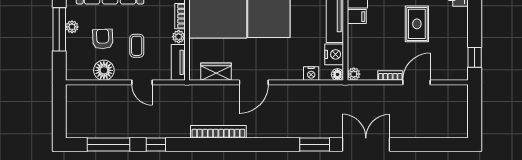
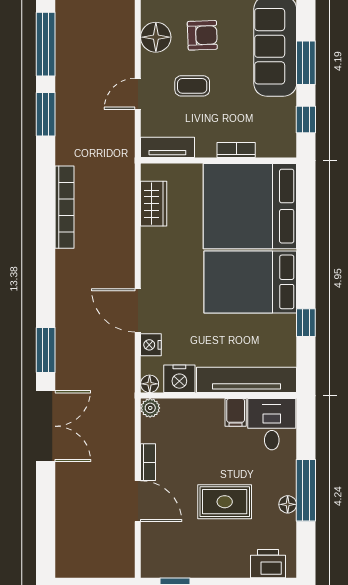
plant: (179, 37) -> (206, 148), removed
door: (254, 82) -> (138, 310), moved
window: (156, 144) -> (46, 114), width x1.50

